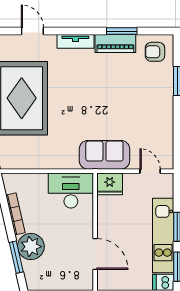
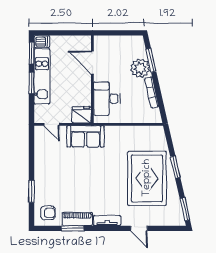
desk: (71, 190) -> (107, 99), moved, turned 90

